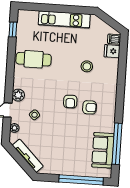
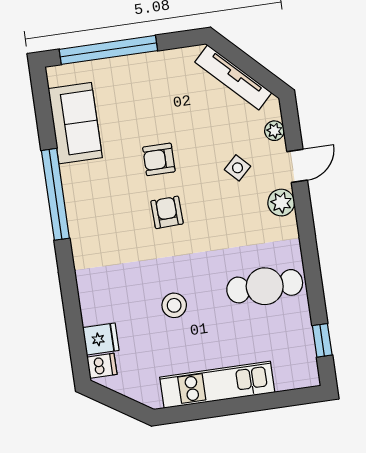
stool: (87, 66) -> (174, 305), moved
armchair: (89, 107) -> (159, 159), moved
window: (117, 144) -> (55, 194), moved

